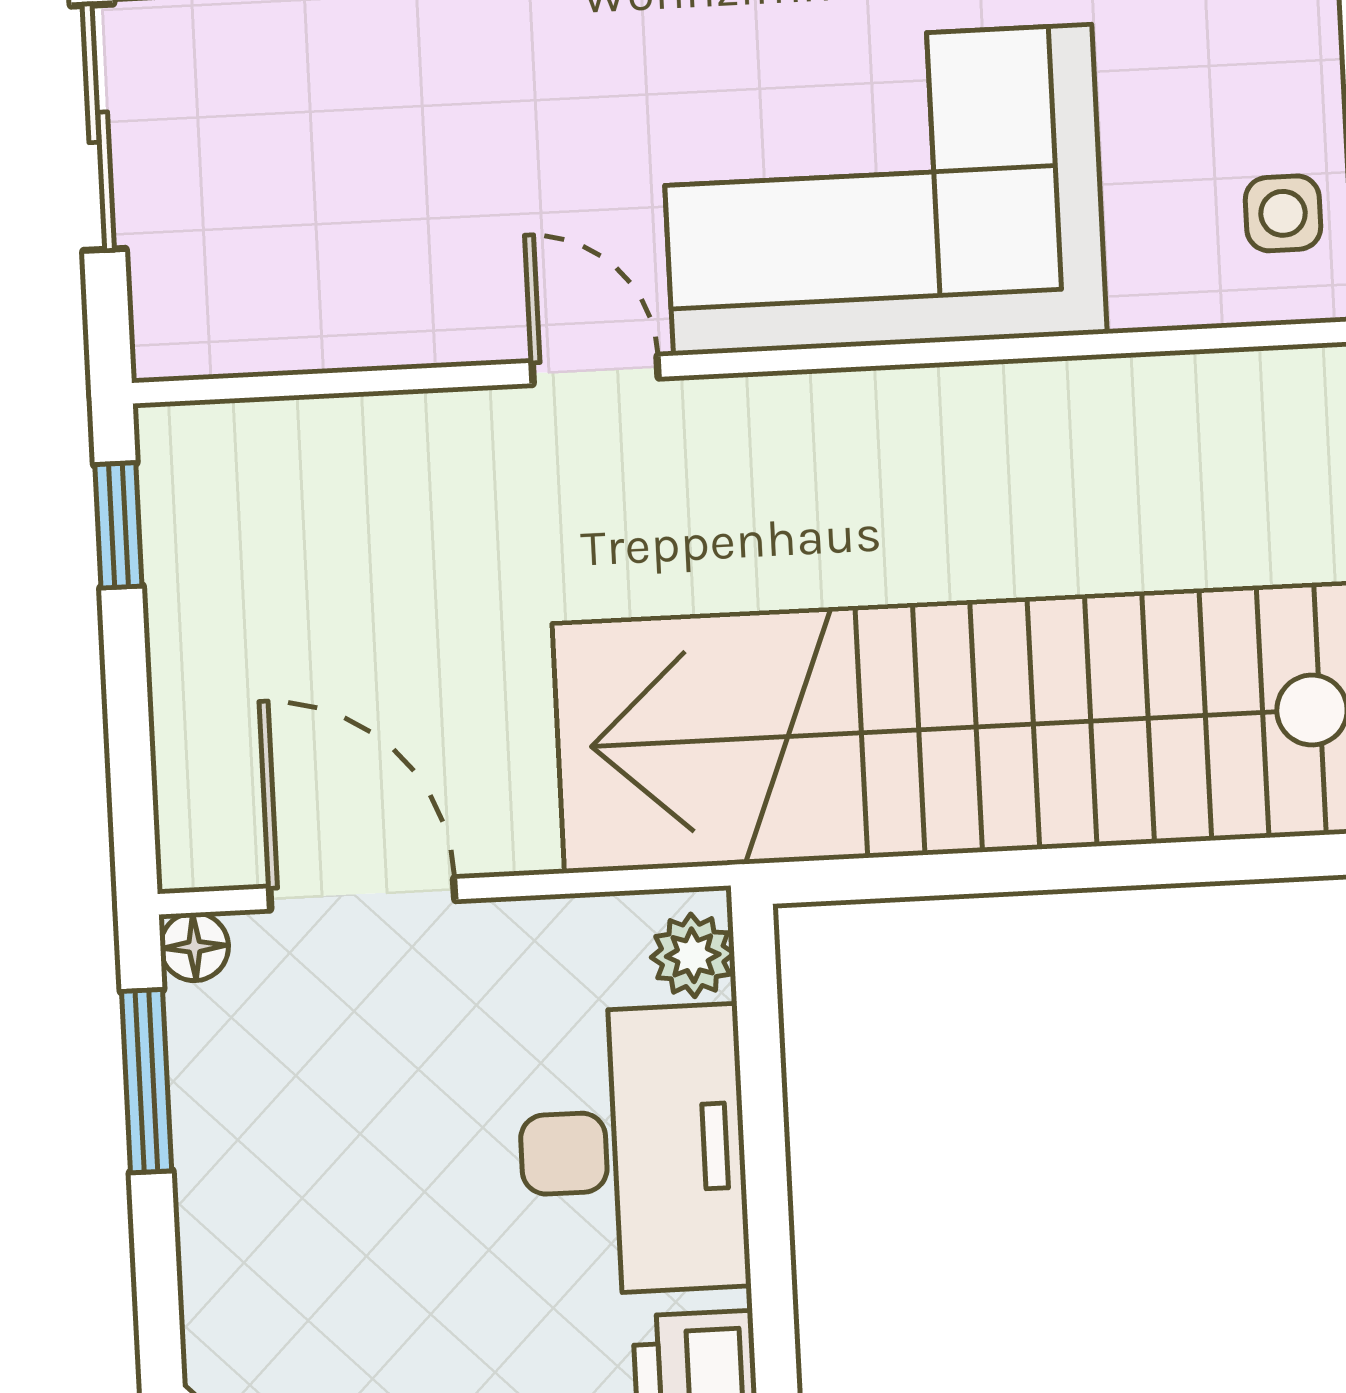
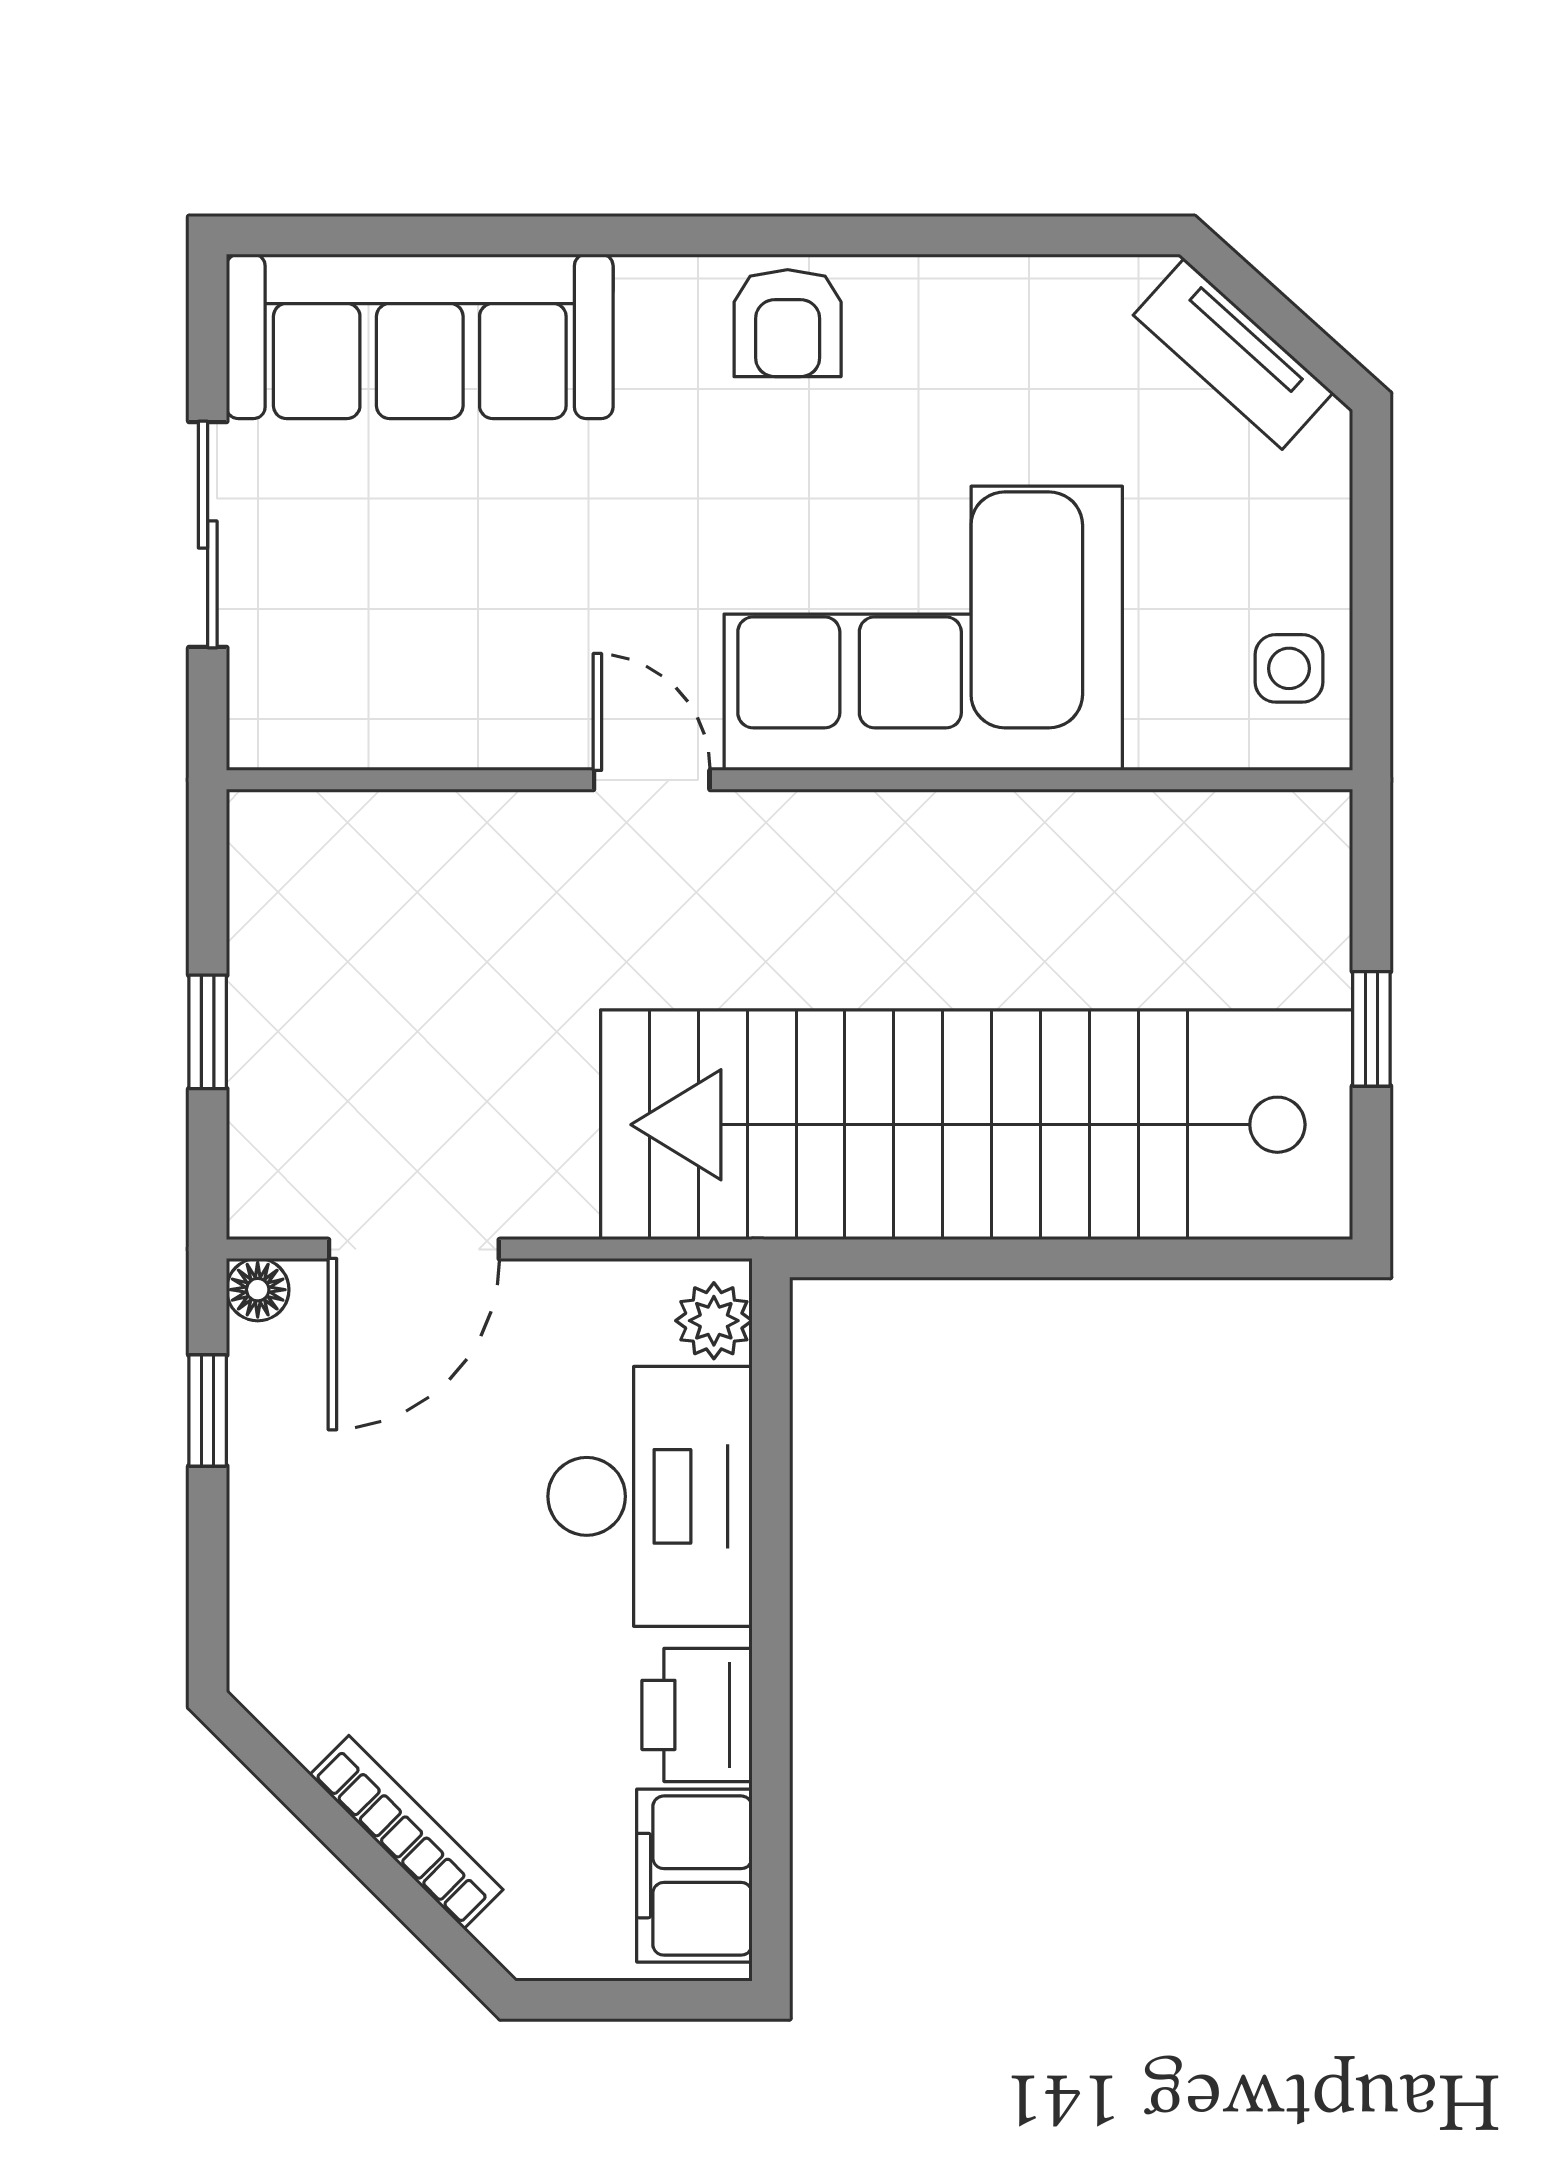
window: (118, 525) -> (208, 1032), moved
door: (362, 894) -> (414, 1249), swing flipped
window: (147, 1081) -> (208, 1411), width x0.67

